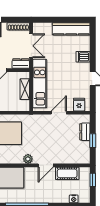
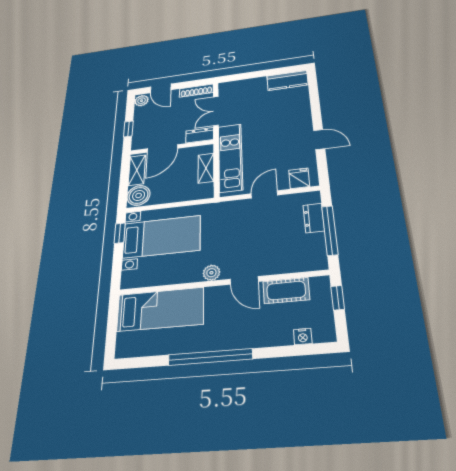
kitchen counter: (71, 29) -> (287, 80), width x0.67
double door: (31, 46) -> (216, 111), swing flipped
dishwasher: (83, 57) -> (300, 113), removed
window: (93, 141) -> (330, 230), width x2.17
door: (46, 165) -> (244, 280), hinge flipped

